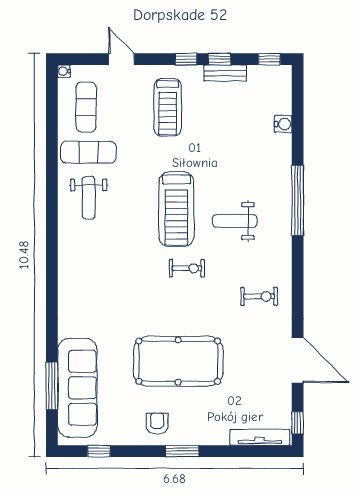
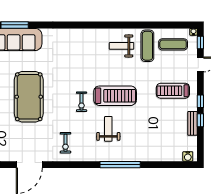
window: (269, 59) -> (200, 42), moved
water cooler: (283, 124) -> (188, 156), moved
treadmill: (176, 209) -> (115, 96), turned 180

